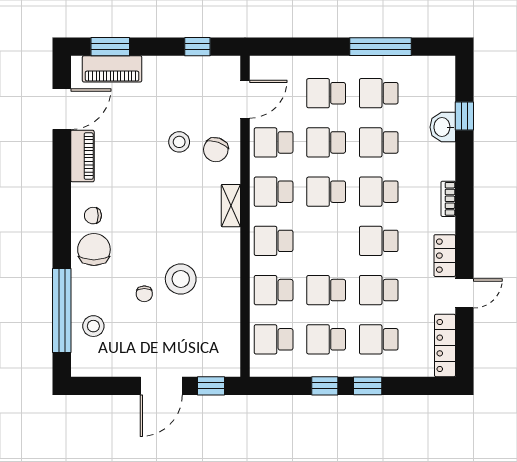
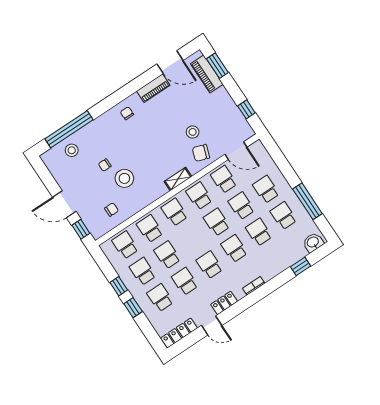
washbasin: (443, 127) -> (313, 242), moved
chair: (94, 249) -> (111, 210), moved, width x0.54, depth x0.54

